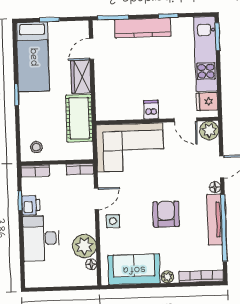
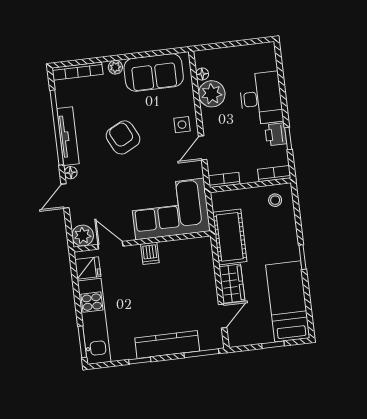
armchair: (166, 214) -> (123, 137), turned 153

